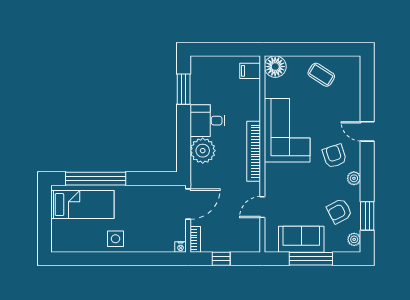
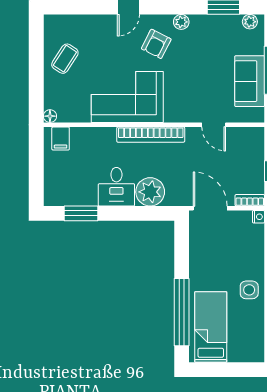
floor lamp: (275, 67) -> (50, 116), width x0.53, depth x0.53
armchair: (334, 156) -> (156, 44), turned -45
armchair: (339, 211) -> (218, 38), removed

